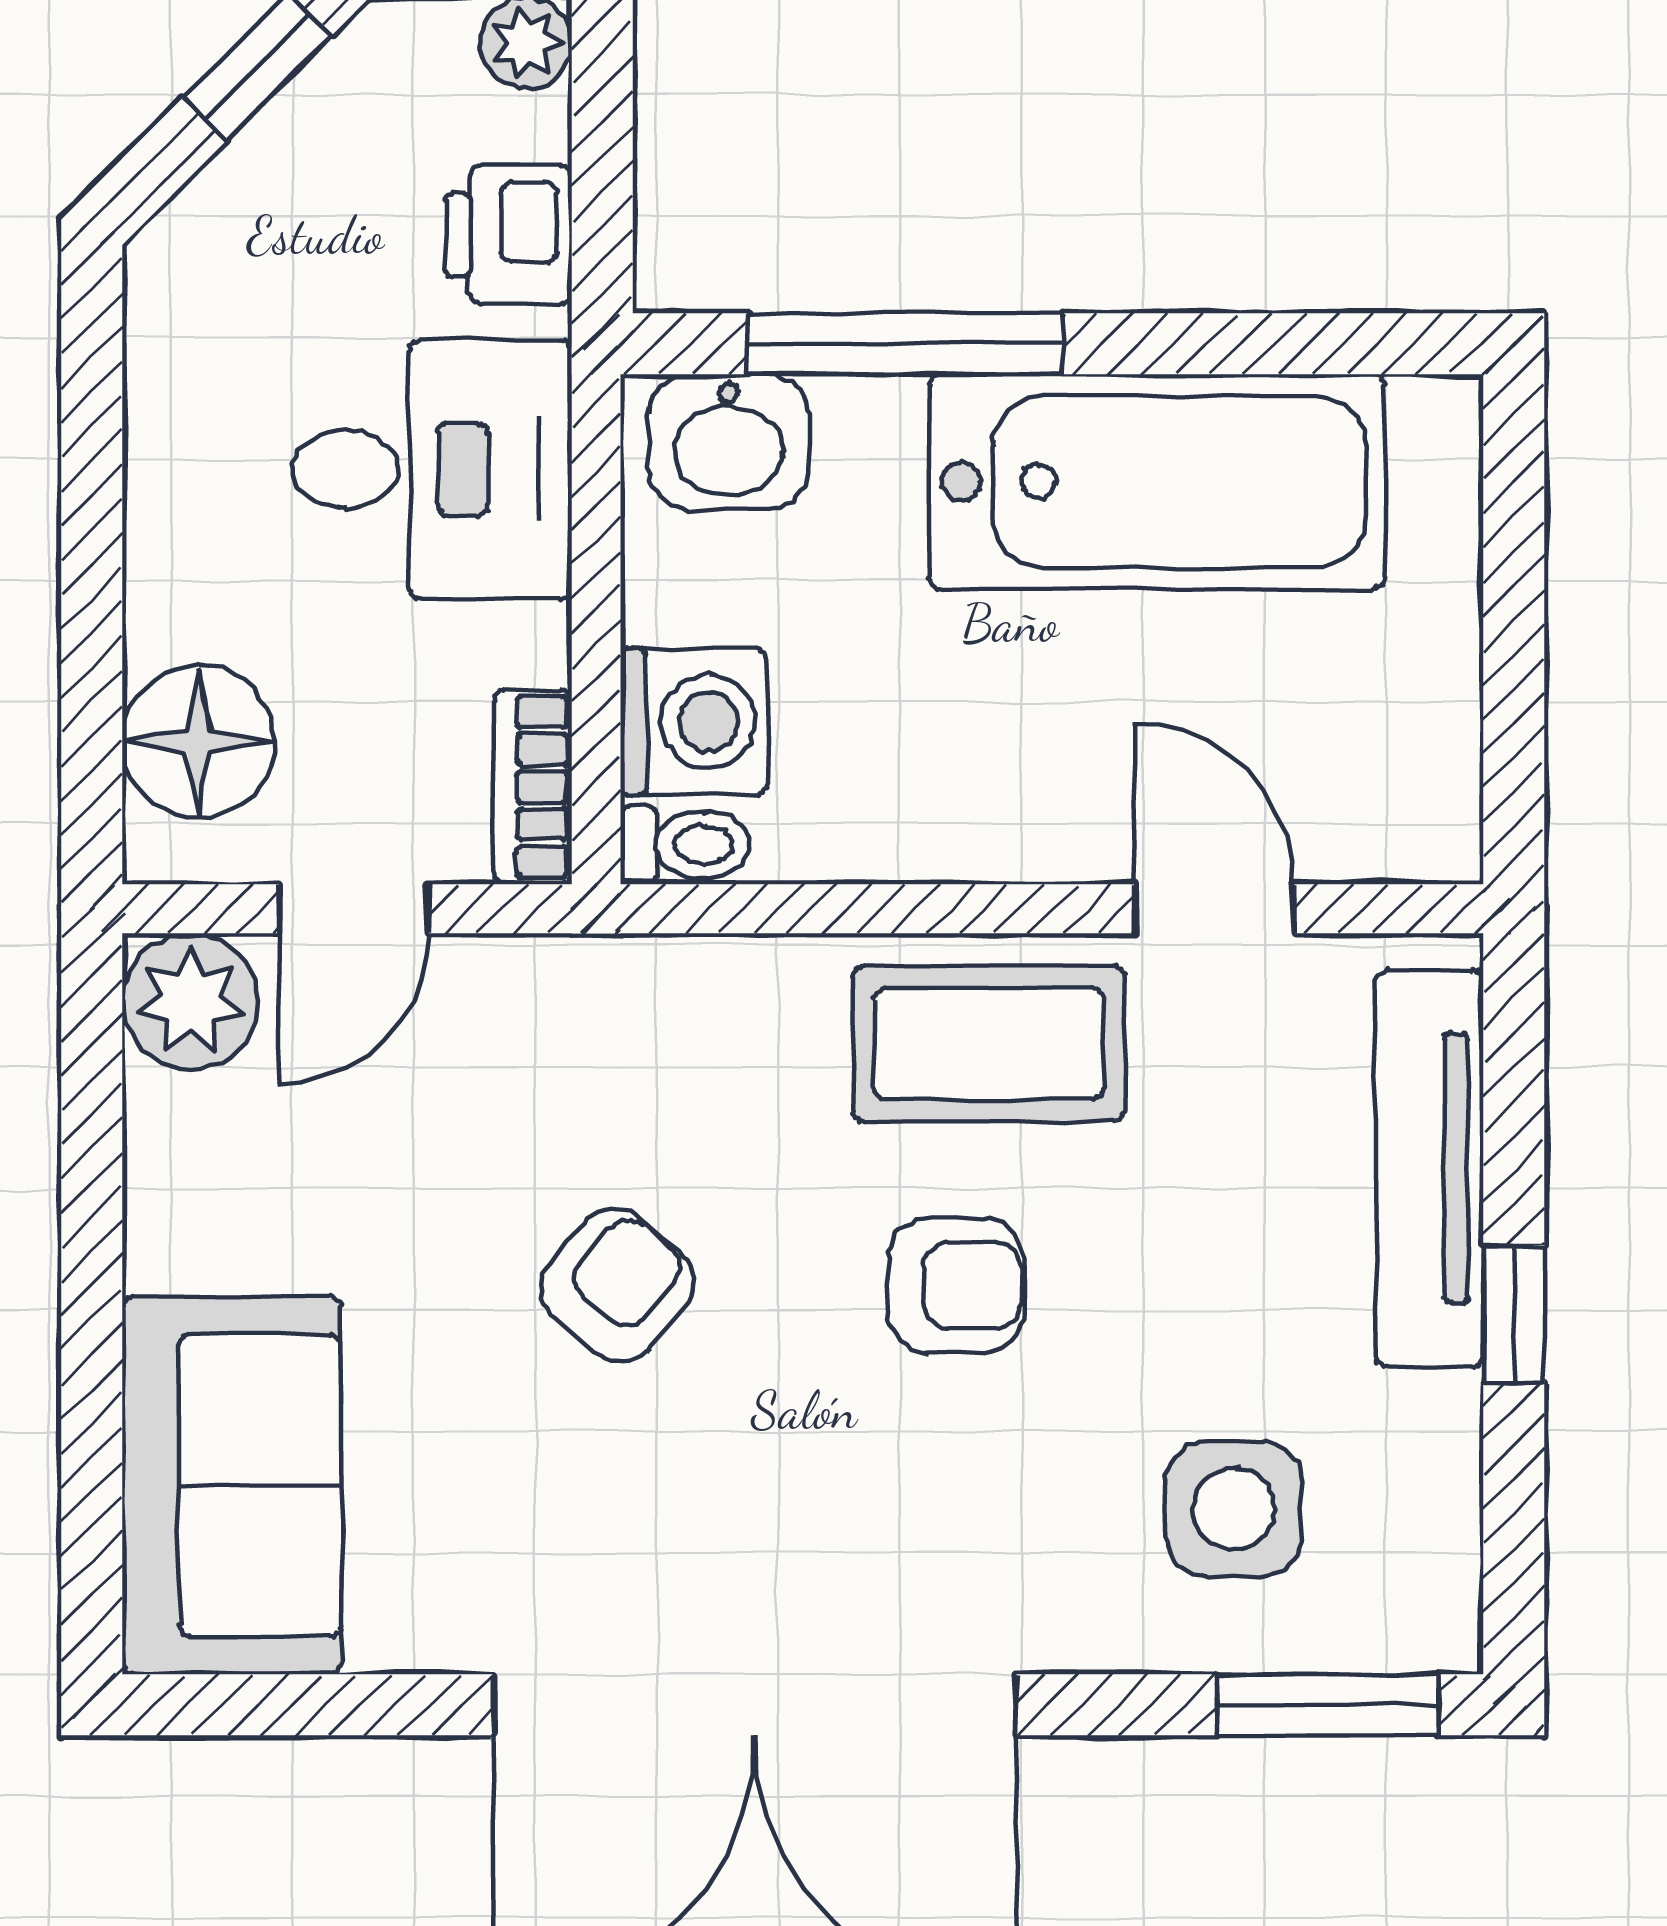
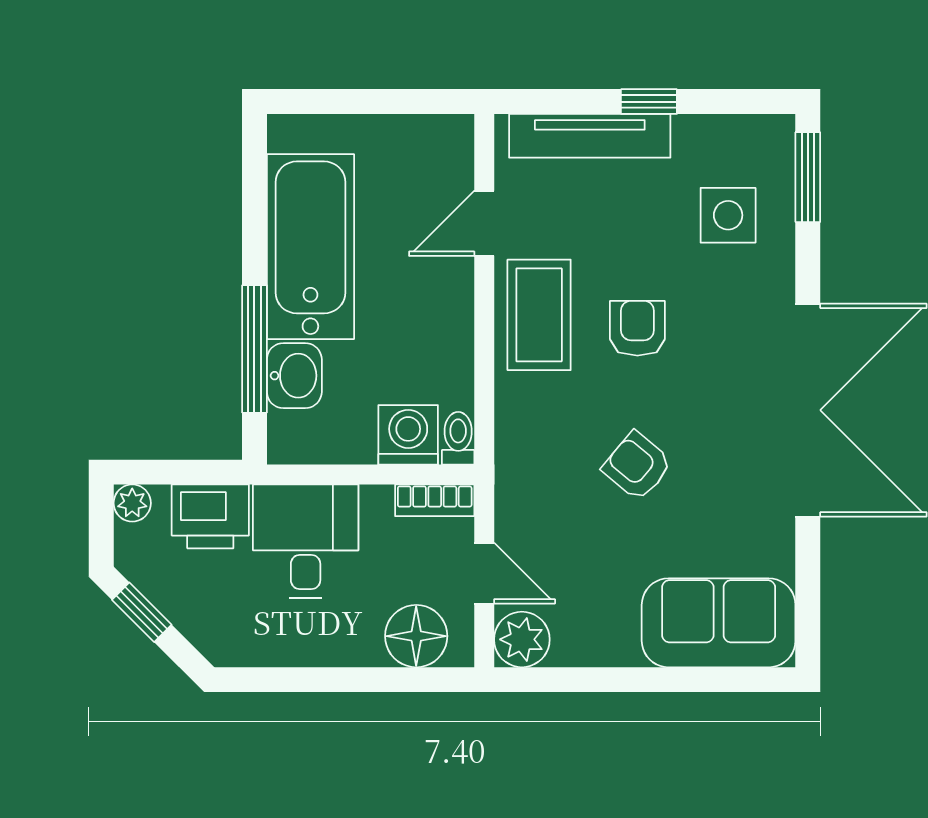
printer: (508, 235) -> (210, 516), width x1.36, depth x1.24
washbasin: (729, 442) -> (294, 376), moved

